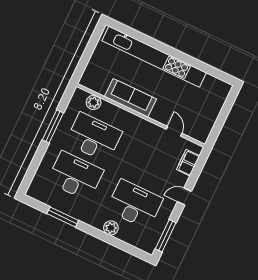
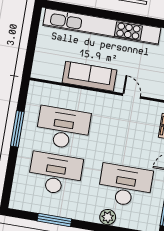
plant: (94, 102) -> (53, 92), removed
door: (174, 131) -> (132, 96), moved

